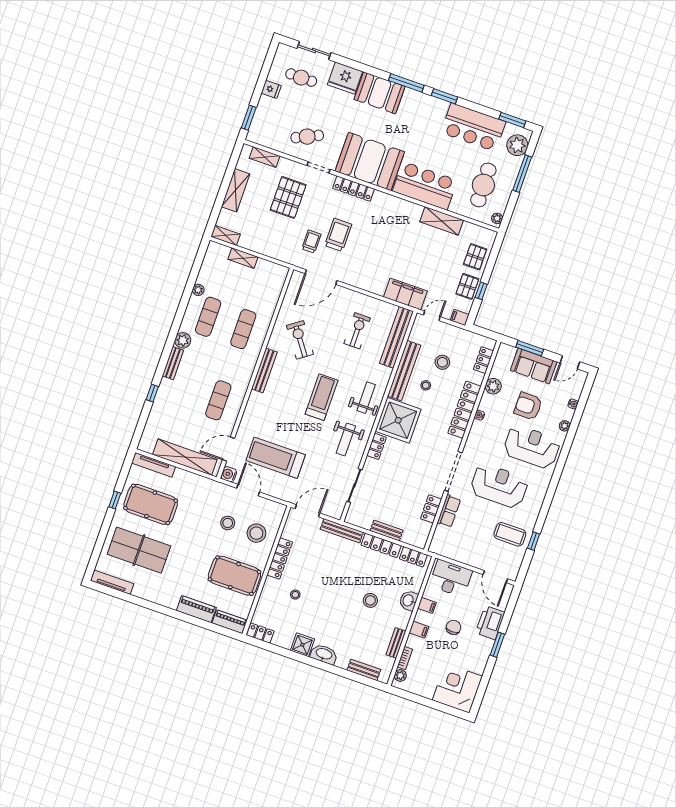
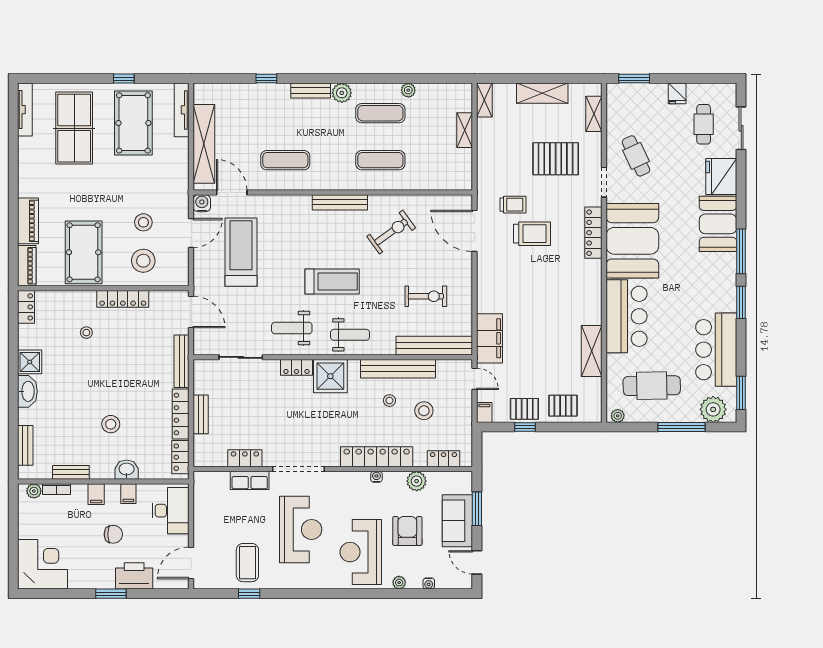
shower: (398, 420) -> (330, 376), width x0.73, depth x0.73
reception desk: (532, 447) -> (361, 552), turned 180

